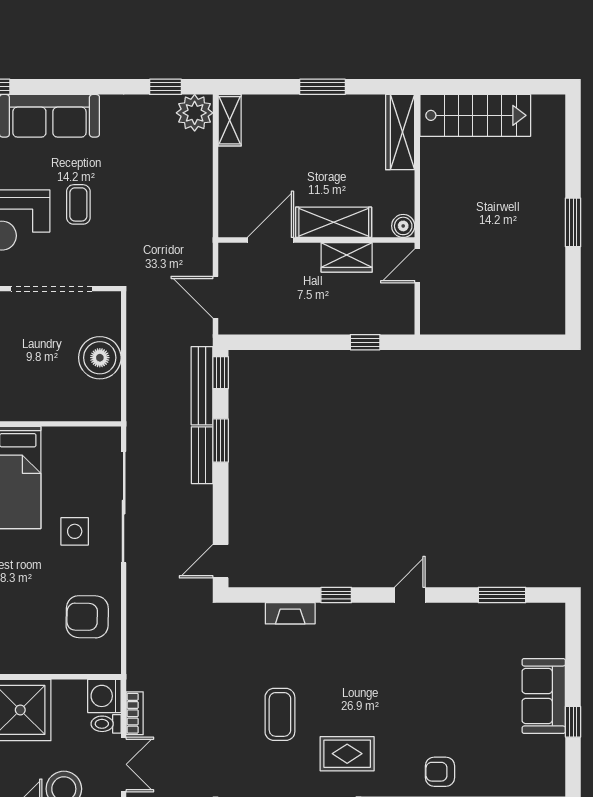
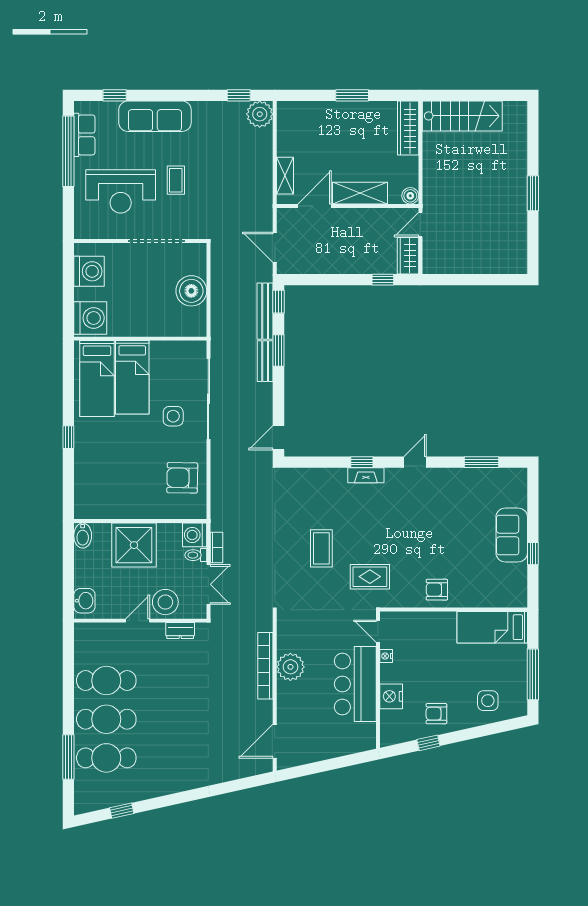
shelving: (230, 120) -> (285, 176), moved
wardrobe: (347, 257) -> (408, 256), moved, turned 90
fireplace: (290, 613) -> (366, 475), moved

